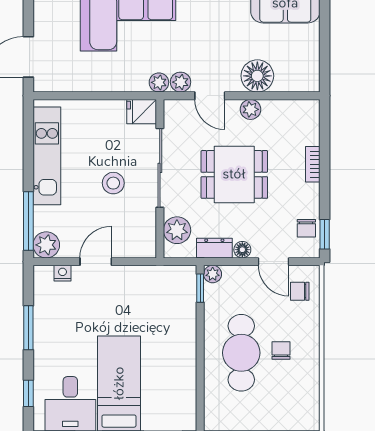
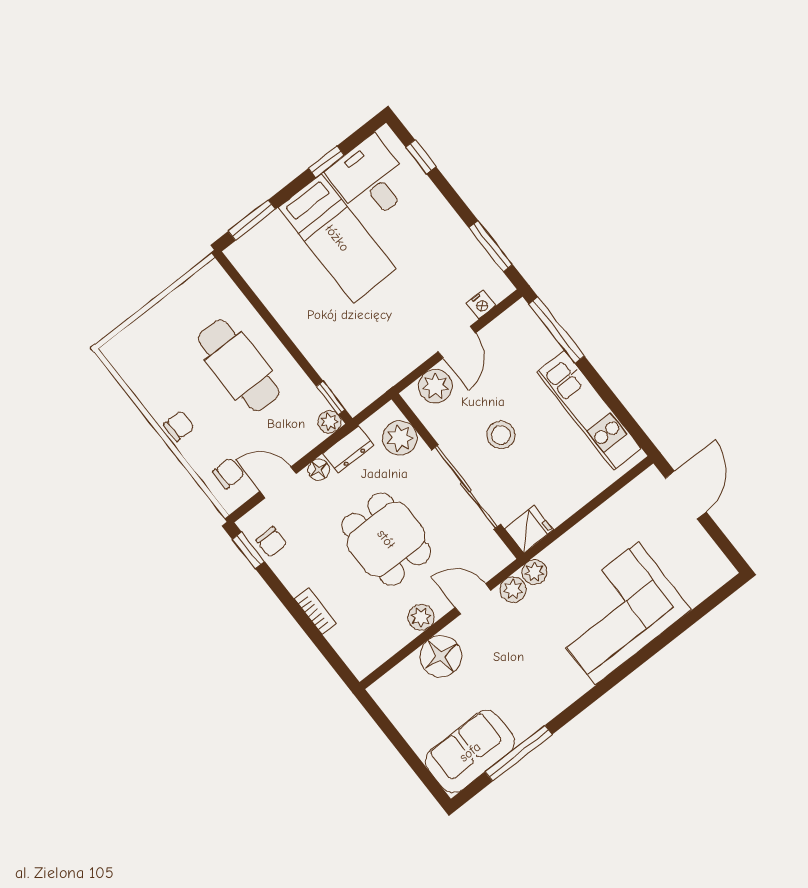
dining table: (234, 174) -> (386, 539), turned 90
chair: (306, 228) -> (271, 542), turned 180
plant: (46, 245) -> (435, 386), moved
window: (28, 328) -> (491, 246), moved
chair: (281, 350) -> (179, 426), moved, turned -90

